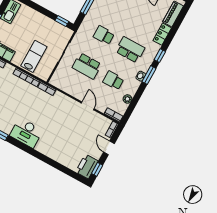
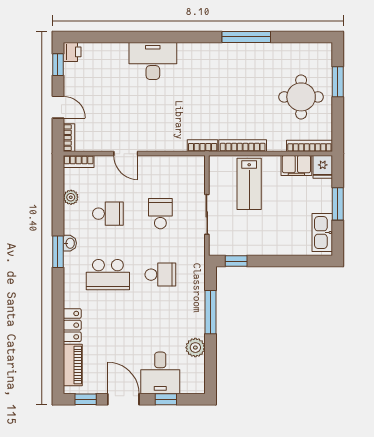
window: (160, 56) -> (58, 291), removed
school desk: (87, 66) -> (160, 214), width x0.54
desk: (26, 133) -> (153, 61), moved
printer: (87, 166) -> (72, 52), width x0.53, depth x0.68

